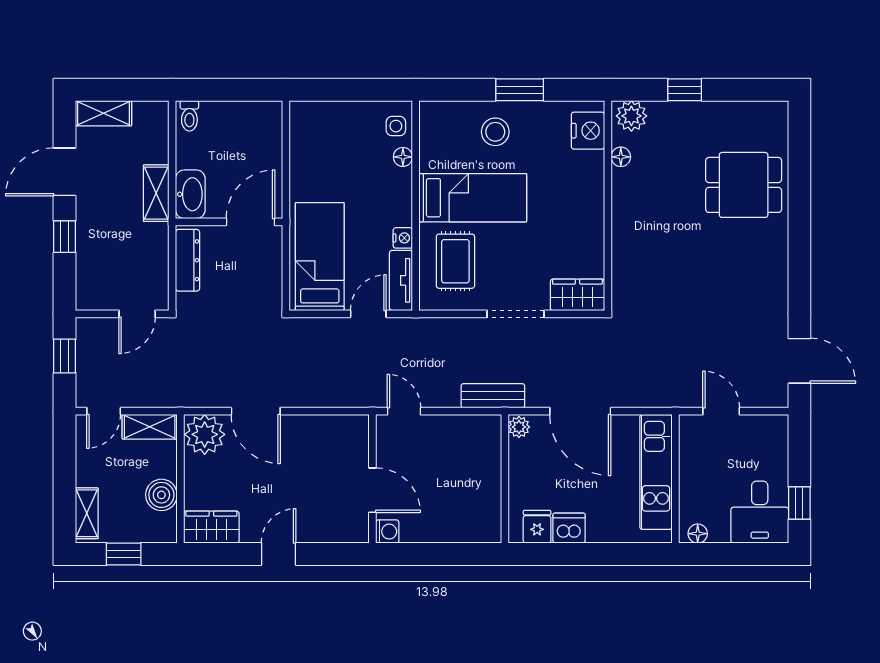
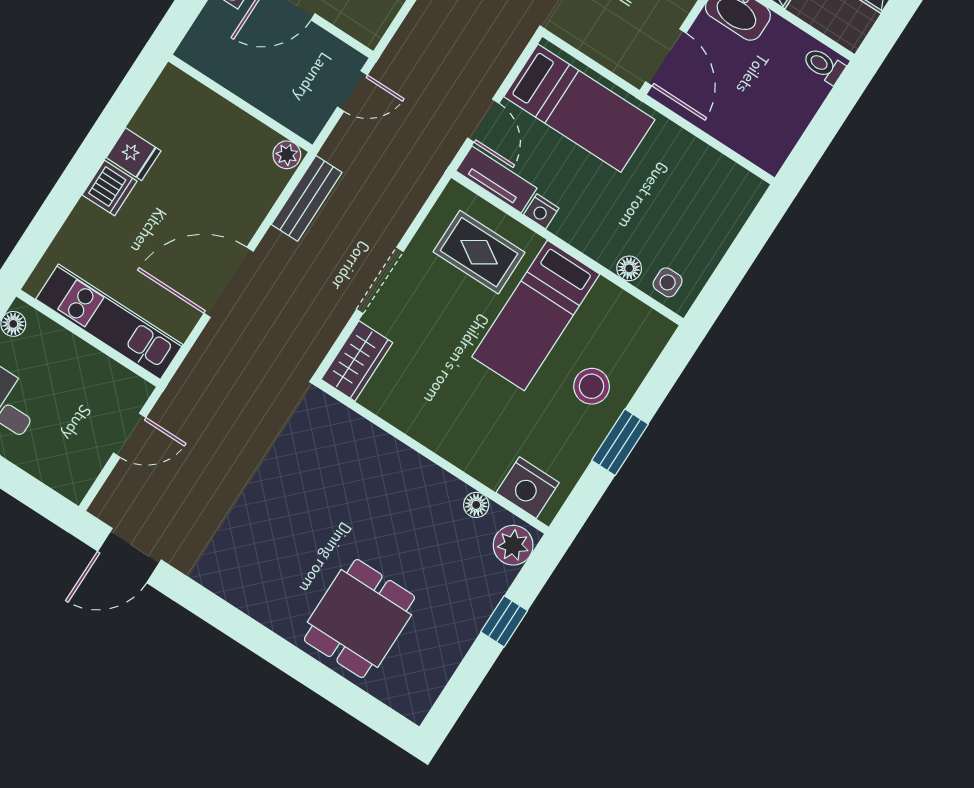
plant: (519, 427) -> (287, 155), moved
wall: (505, 479) -> (240, 103), moved

